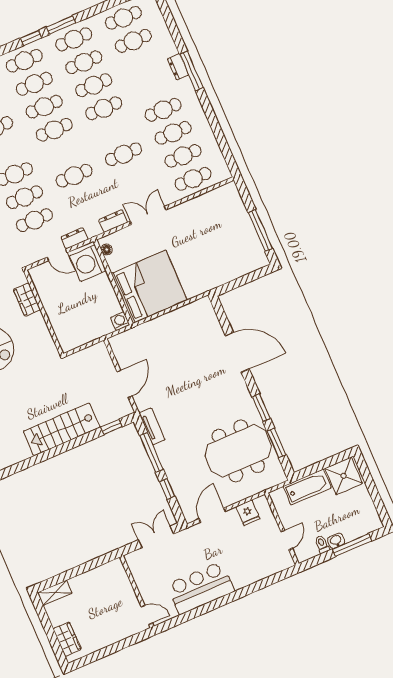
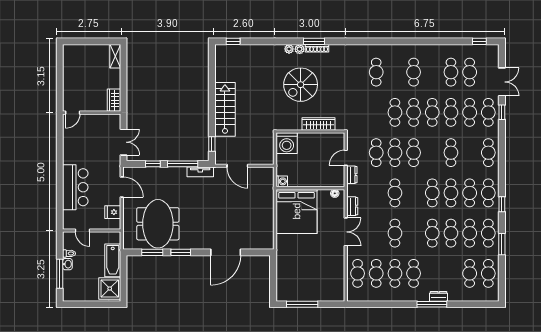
window: (61, 25) -> (502, 244), moved
washing machine: (88, 263) -> (287, 143), moved, turned 180
wardrobe: (27, 300) -> (319, 124), width x1.50
bar counter: (201, 588) -> (75, 187), moved
wardrobe: (67, 639) -> (114, 100), moved, turned 90

